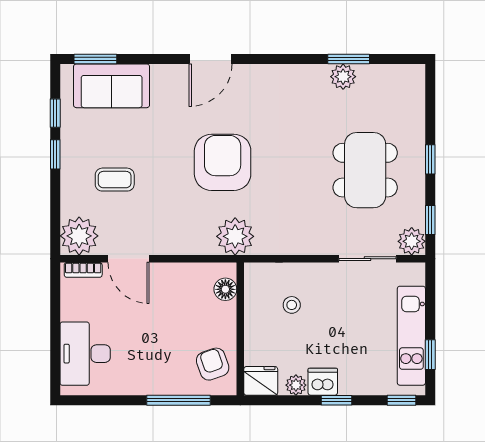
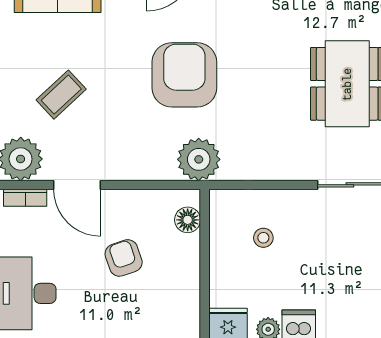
coffee table: (115, 180) -> (61, 95), turned -43
armchair: (213, 364) -> (124, 258), moved

